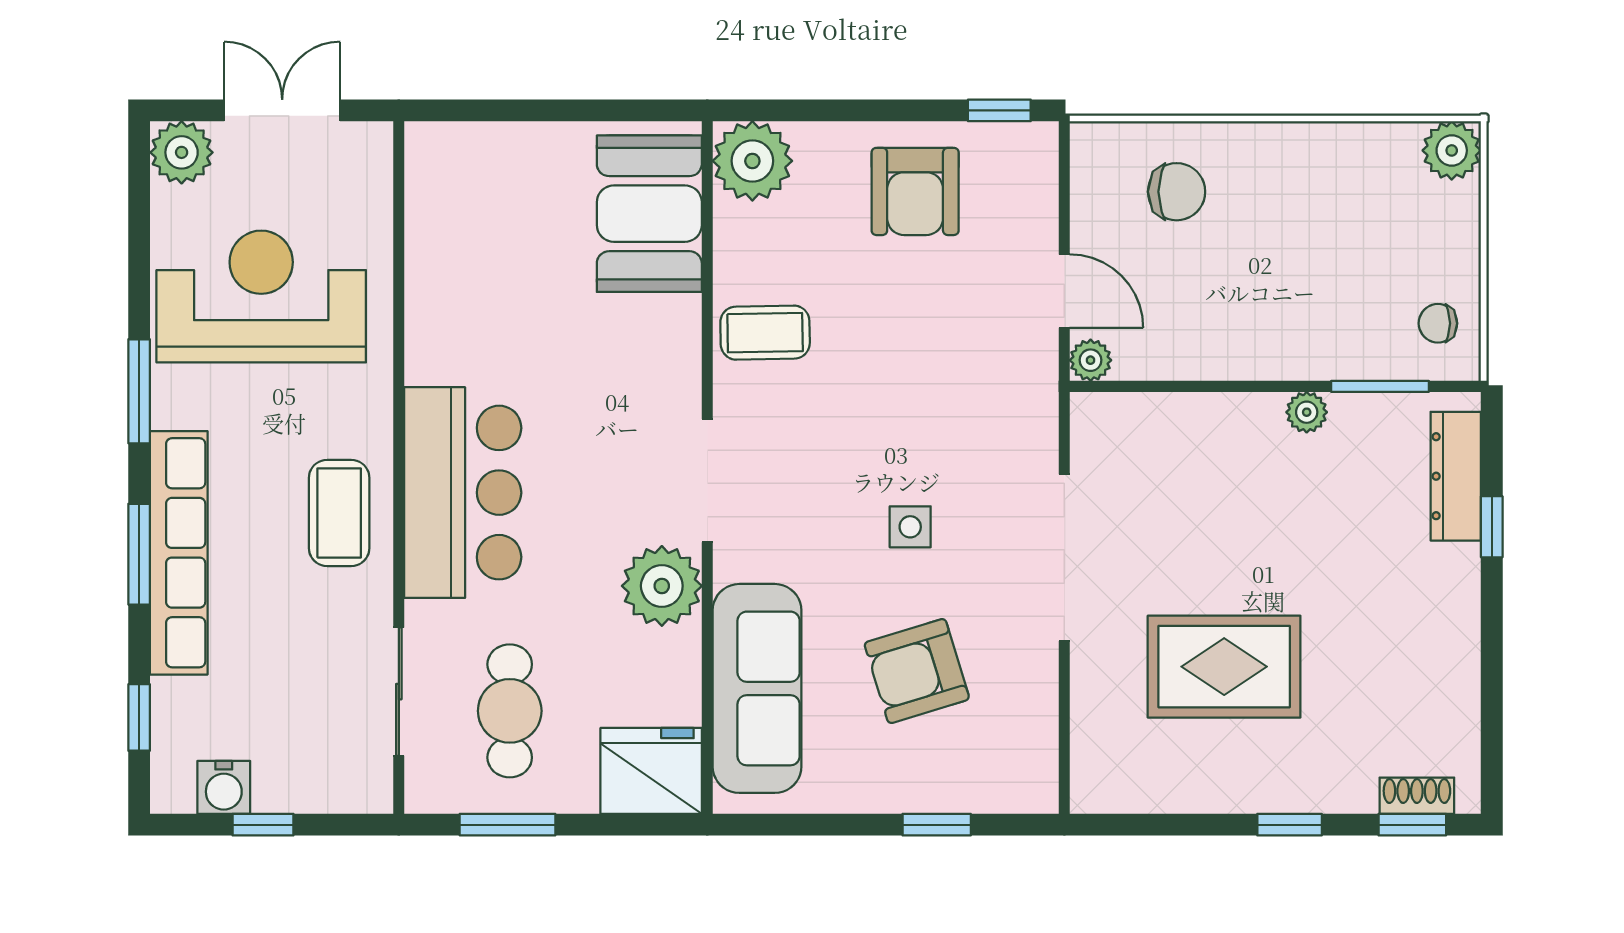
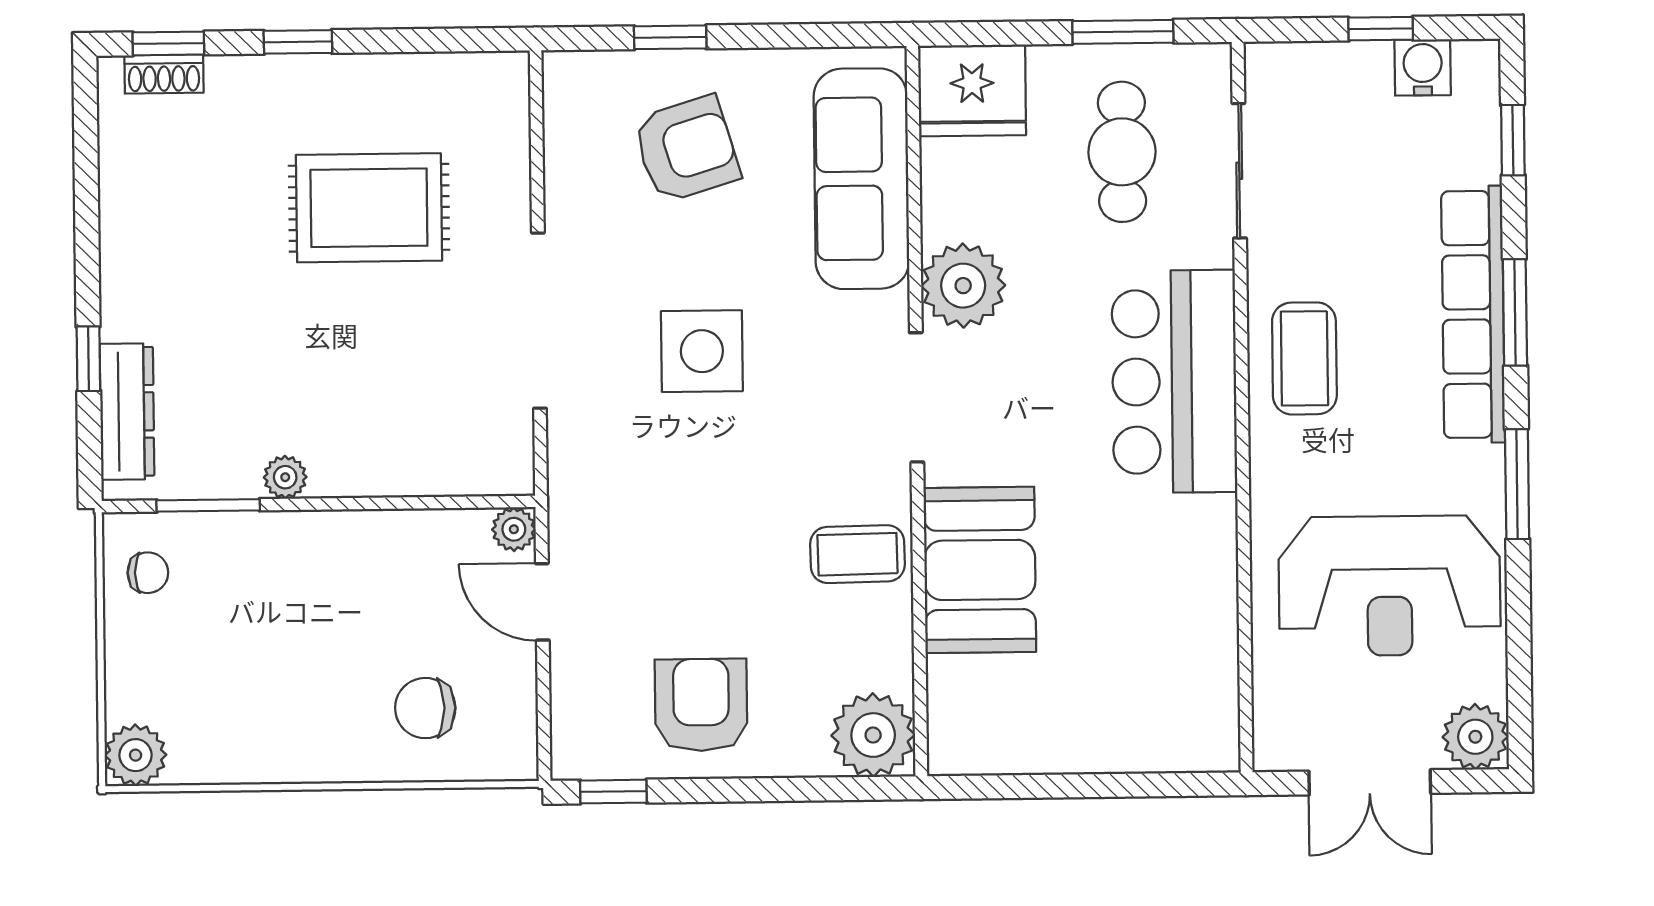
booth: (649, 214) -> (980, 570), moved
side table: (910, 527) -> (702, 351), width x1.87, depth x1.87
armchair: (917, 671) -> (686, 149), moved

